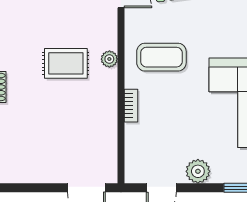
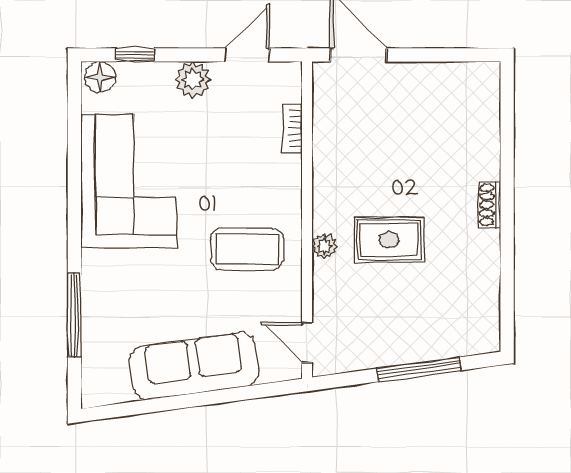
bookcase: (131, 106) -> (292, 128), moved

